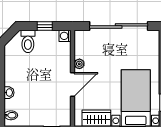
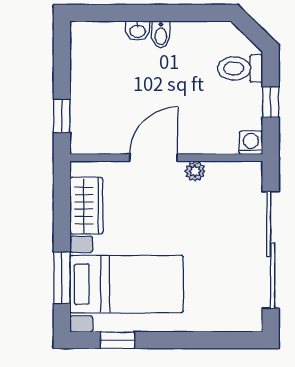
door: (73, 85) -> (154, 158), swing flipped
bidet: (11, 115) -> (161, 34), moved

